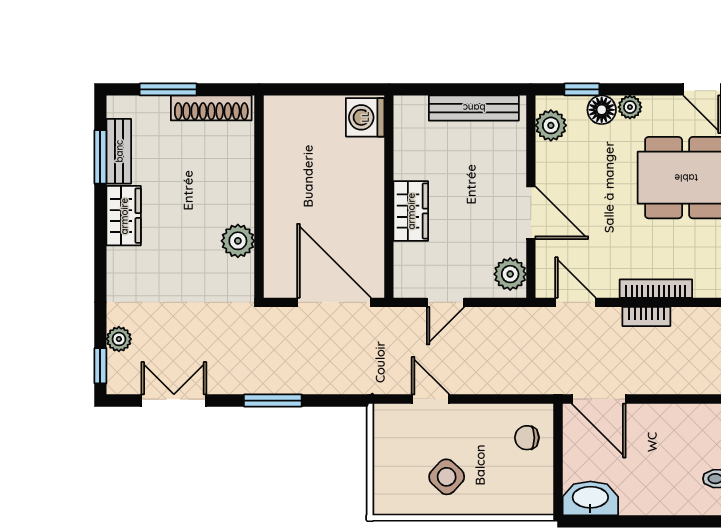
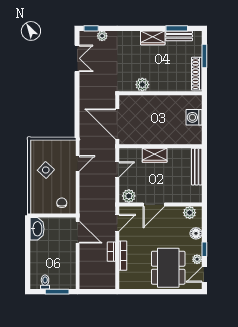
window: (582, 89) -> (204, 249), moved
plant: (630, 107) -> (197, 259), moved
bench: (474, 108) -> (197, 167), moved
washing machine: (365, 117) -> (194, 117), moved, turned -90
door: (334, 302) -> (117, 124), swing flipped
door: (446, 302) -> (117, 170), swing flipped
door: (599, 399) -> (78, 232), swing flipped
window: (273, 401) -> (77, 99), removed

